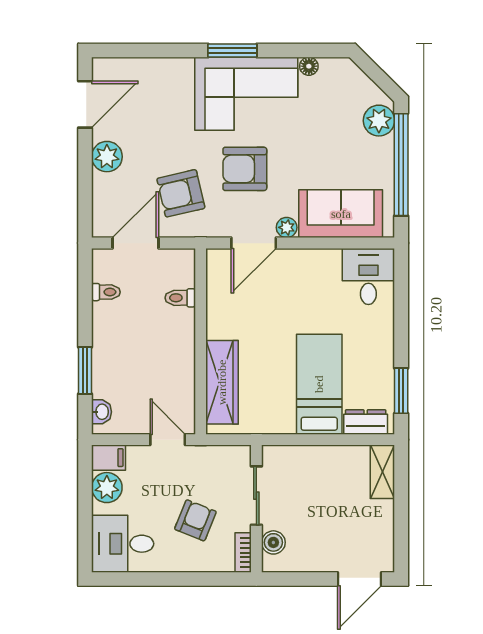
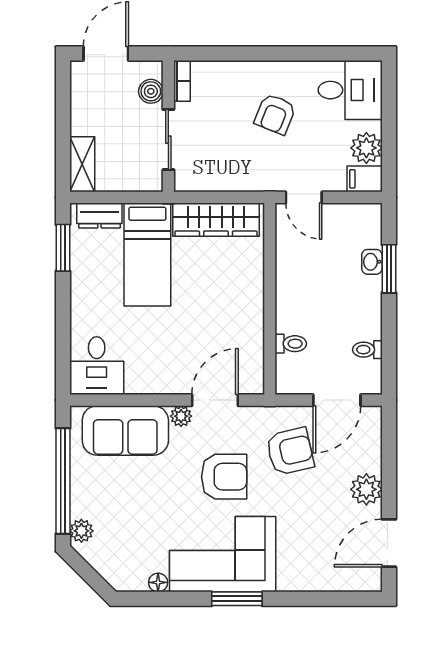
plant: (379, 121) -> (81, 531), width x0.73, depth x0.73
wardrobe: (222, 382) -> (216, 220), moved, turned -90
washbasin: (101, 412) -> (372, 262), moved
sliding door: (256, 496) -> (168, 140), moved
wall: (256, 509) -> (168, 126), moved
boiler: (273, 542) -> (151, 91), moved
bookcase: (243, 553) -> (182, 81), moved

